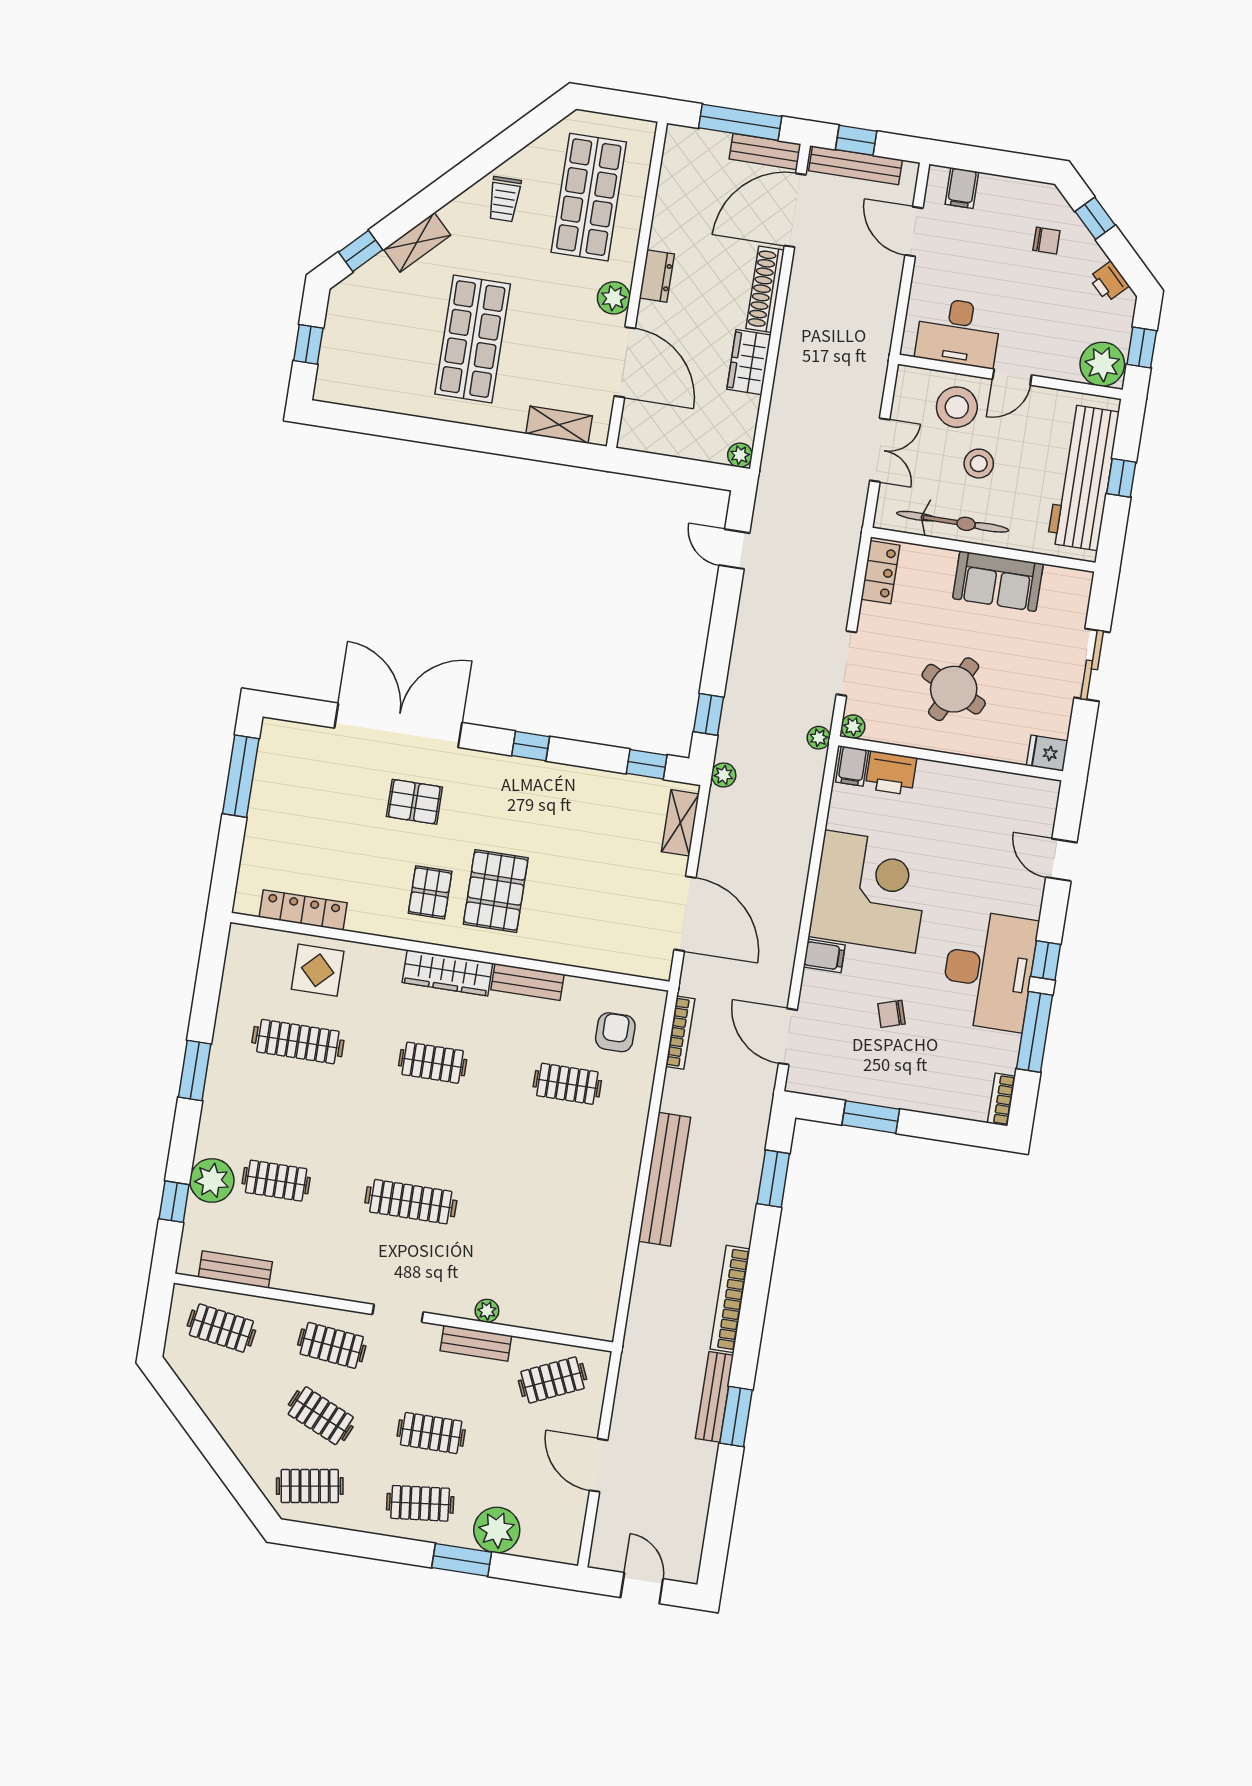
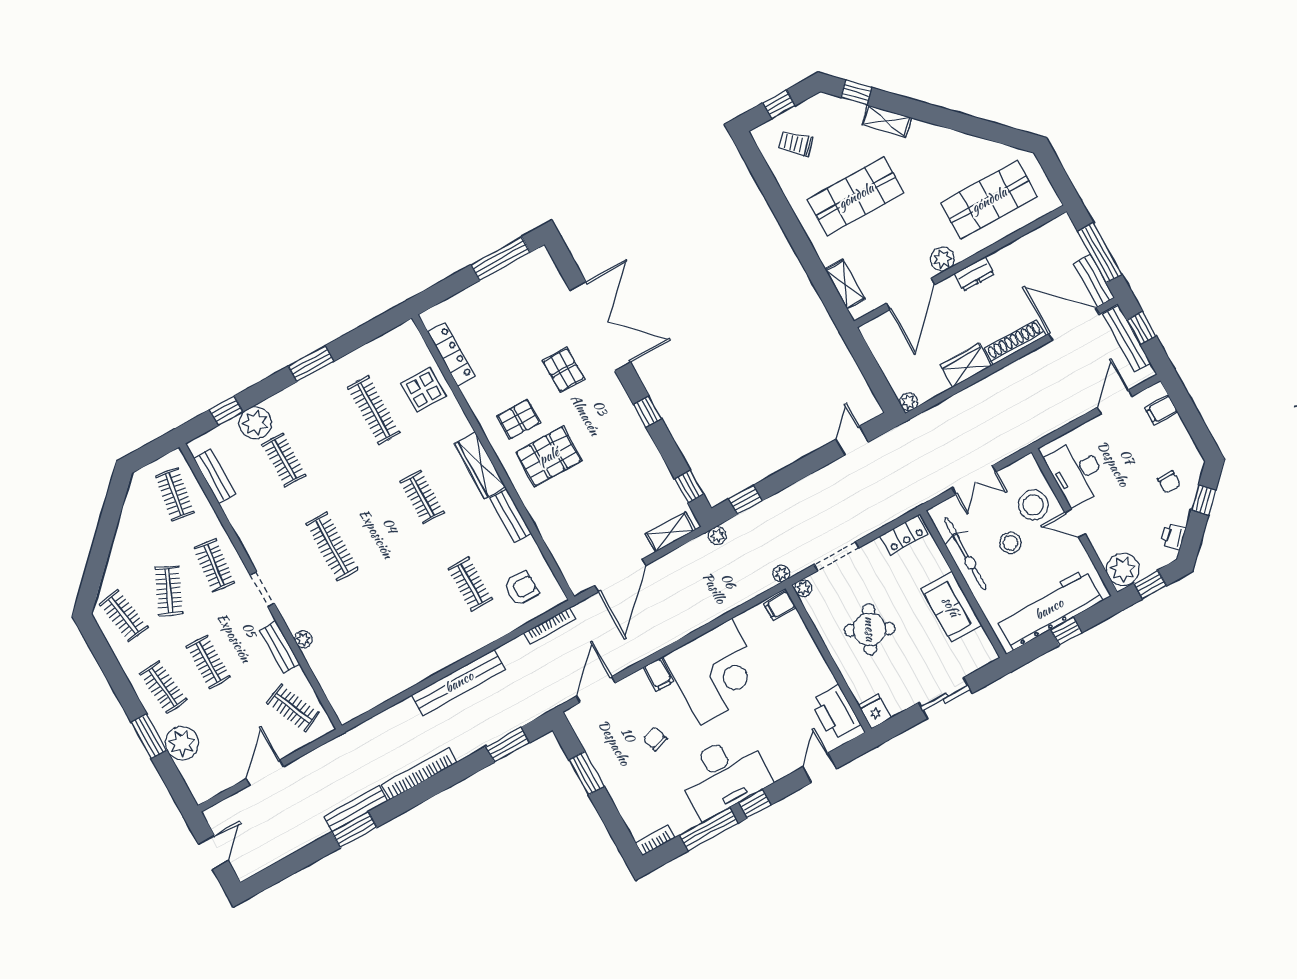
trolley: (504, 199) -> (796, 144), moved, turned 43
printer: (891, 773) -> (835, 712), moved, width x1.37, depth x1.19

